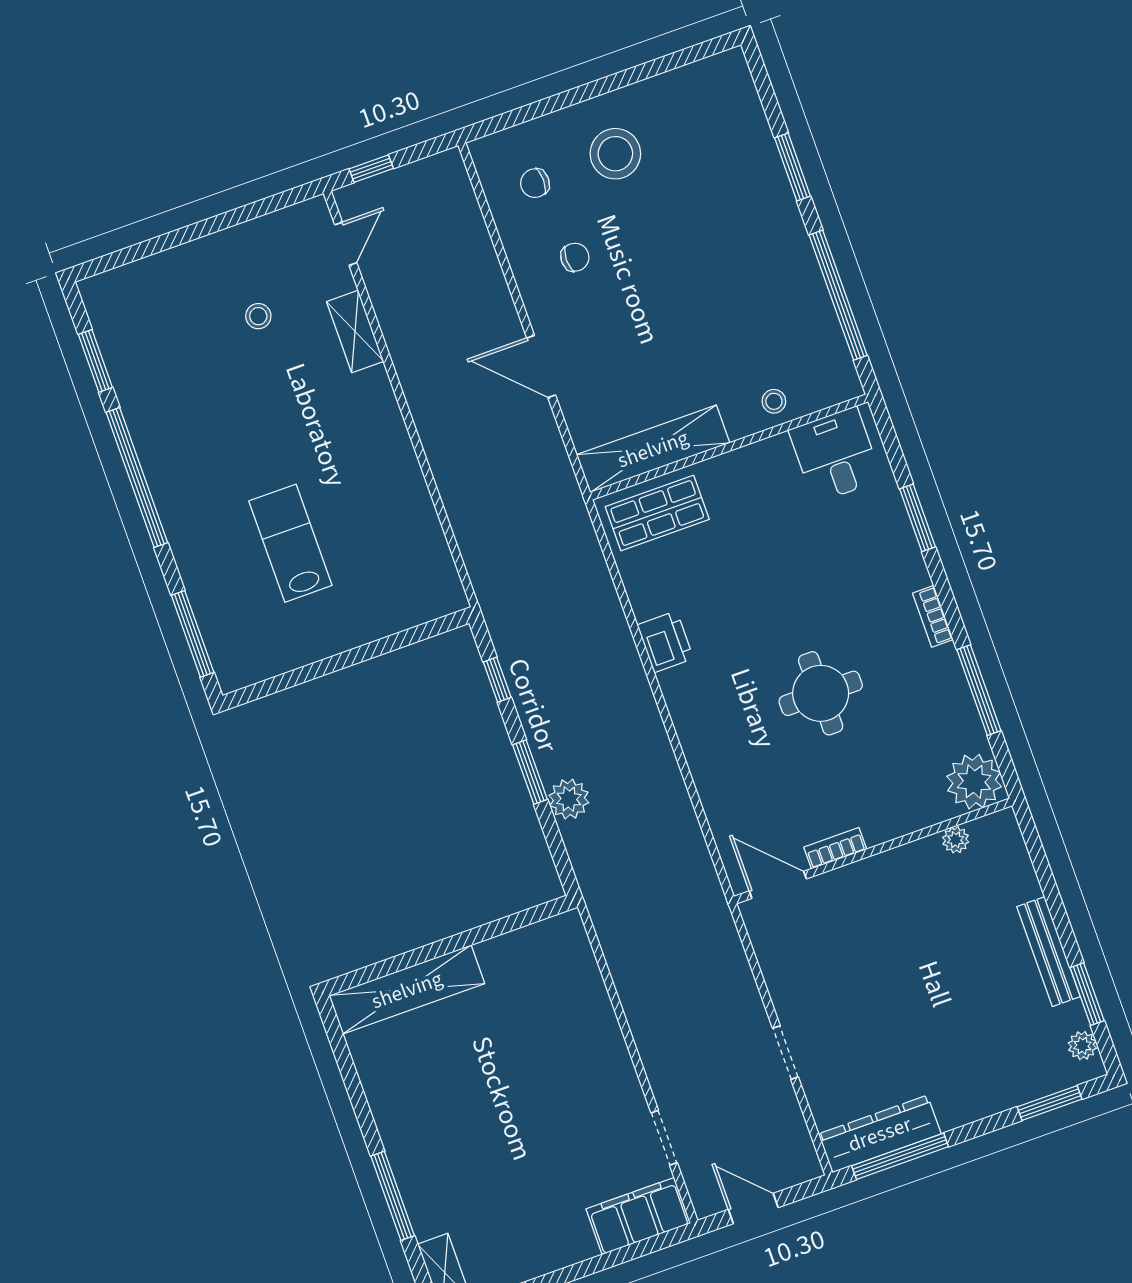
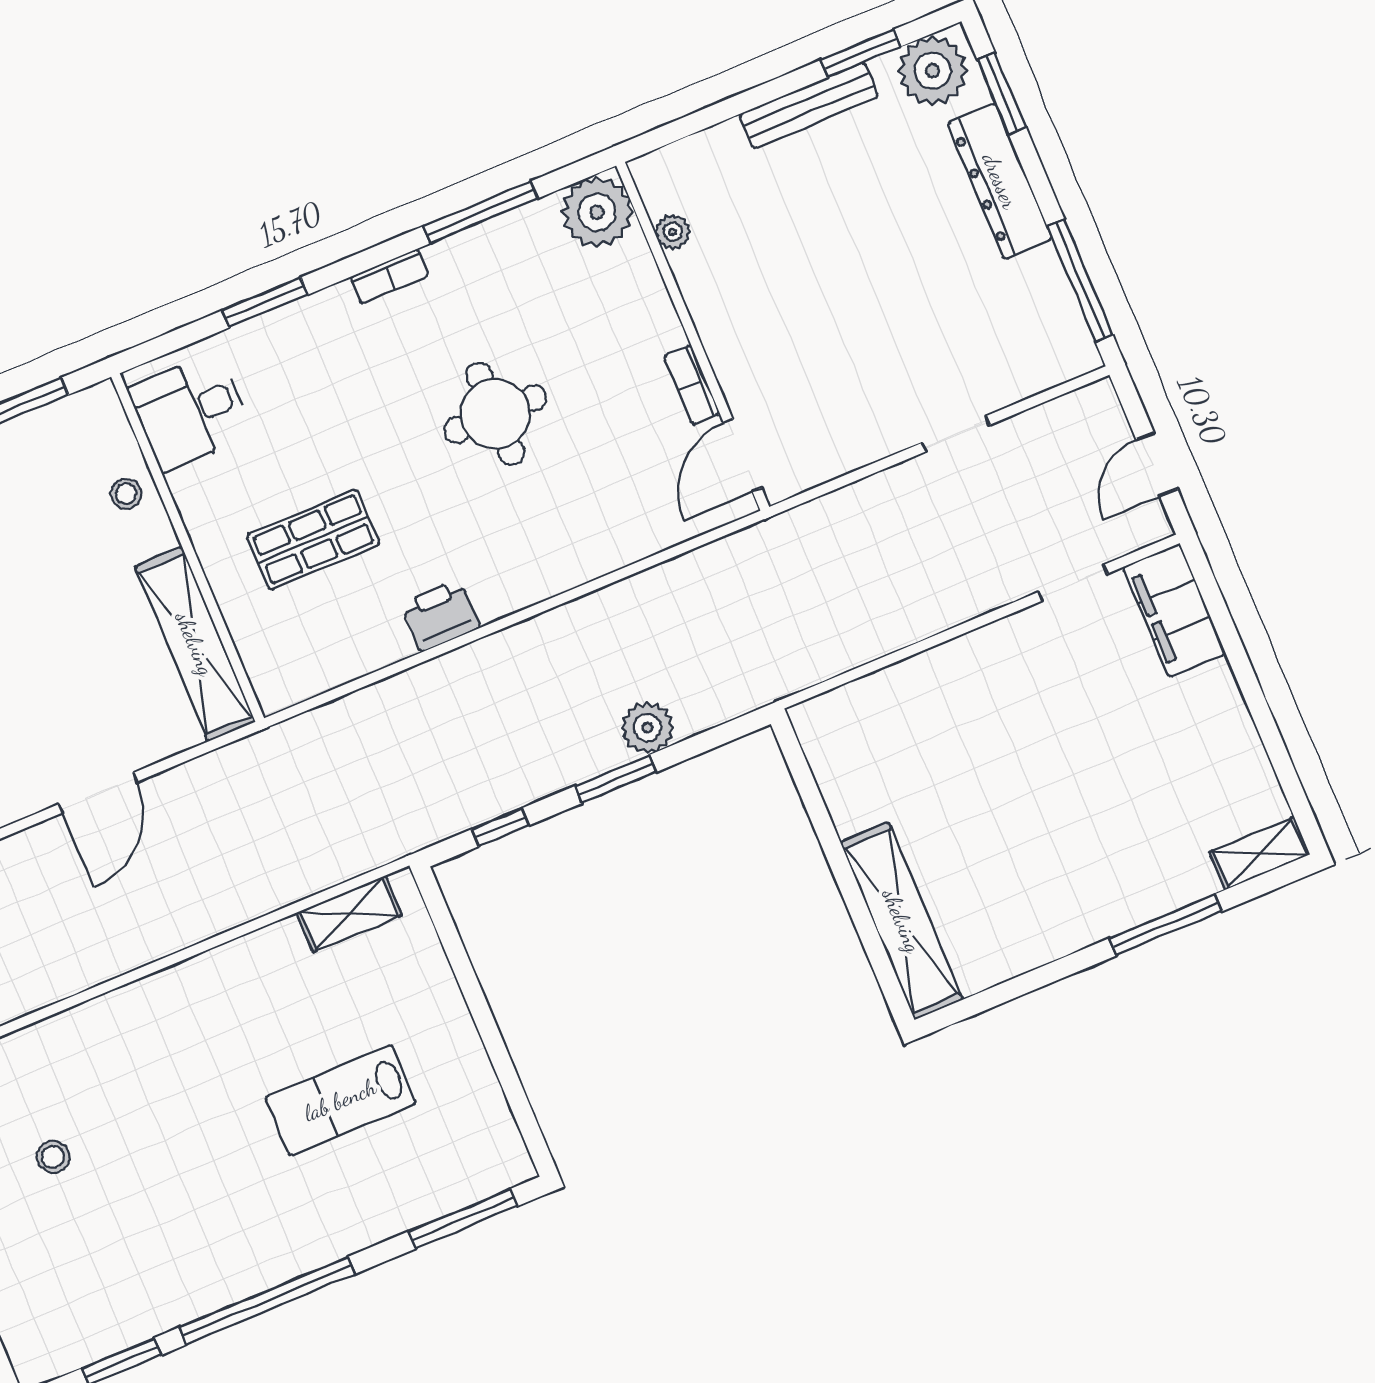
shelving: (355, 331) -> (349, 914), moved
shop shelf: (657, 513) -> (313, 540), moved, turned 90
plant: (1082, 1046) -> (932, 71), width x1.87, depth x1.87
dresser: (880, 1134) -> (1000, 181), moved

